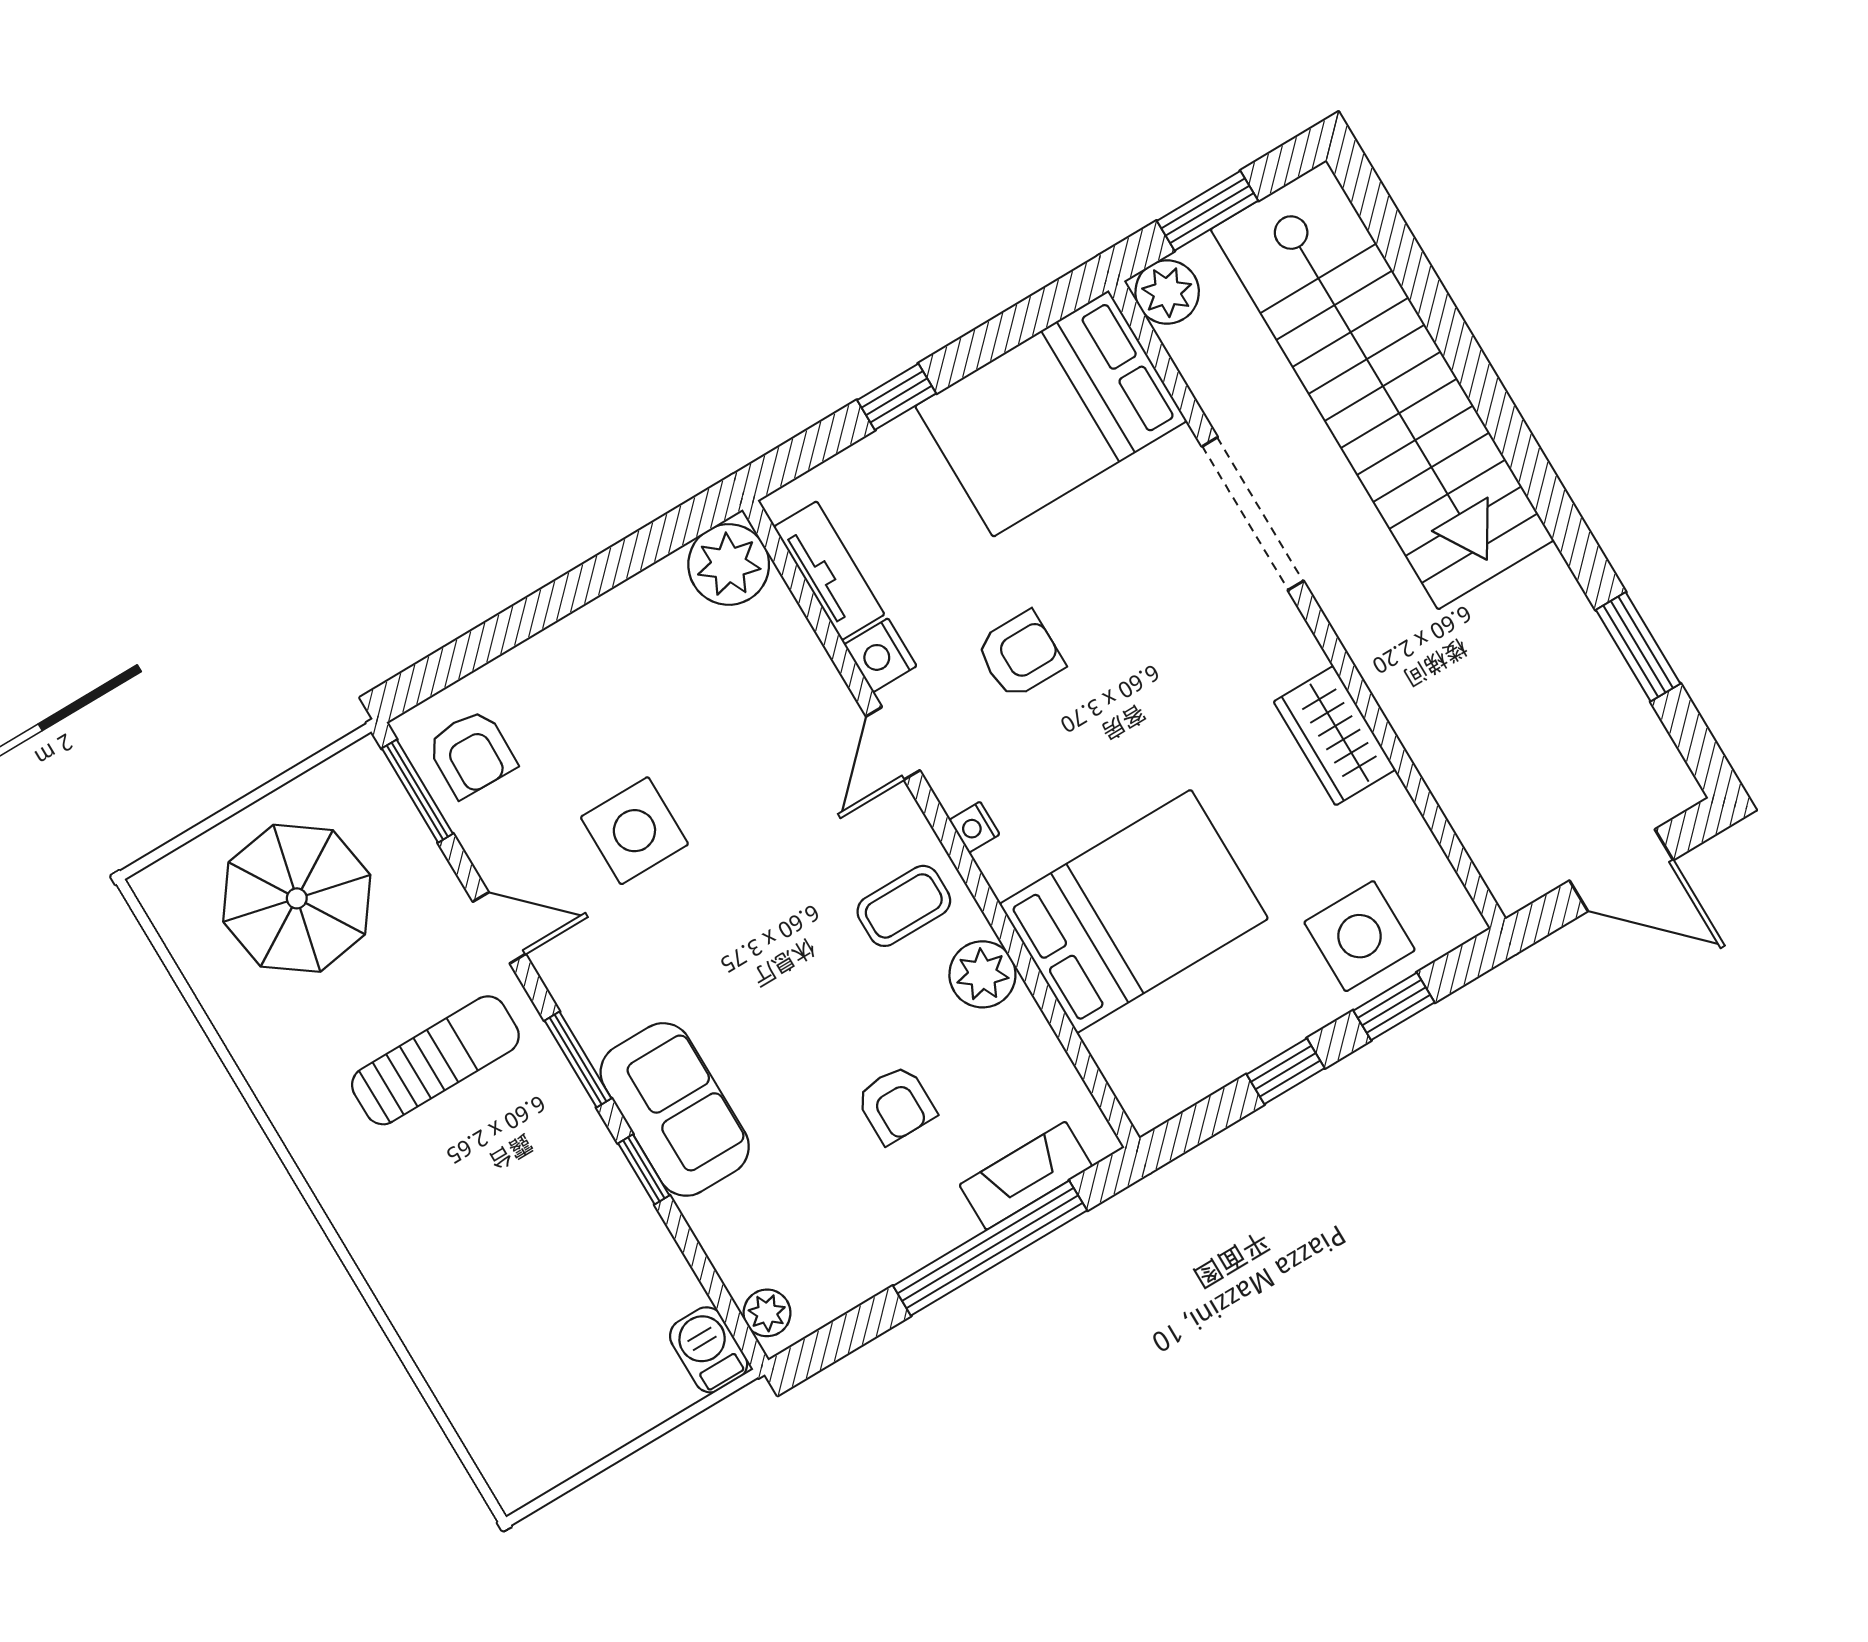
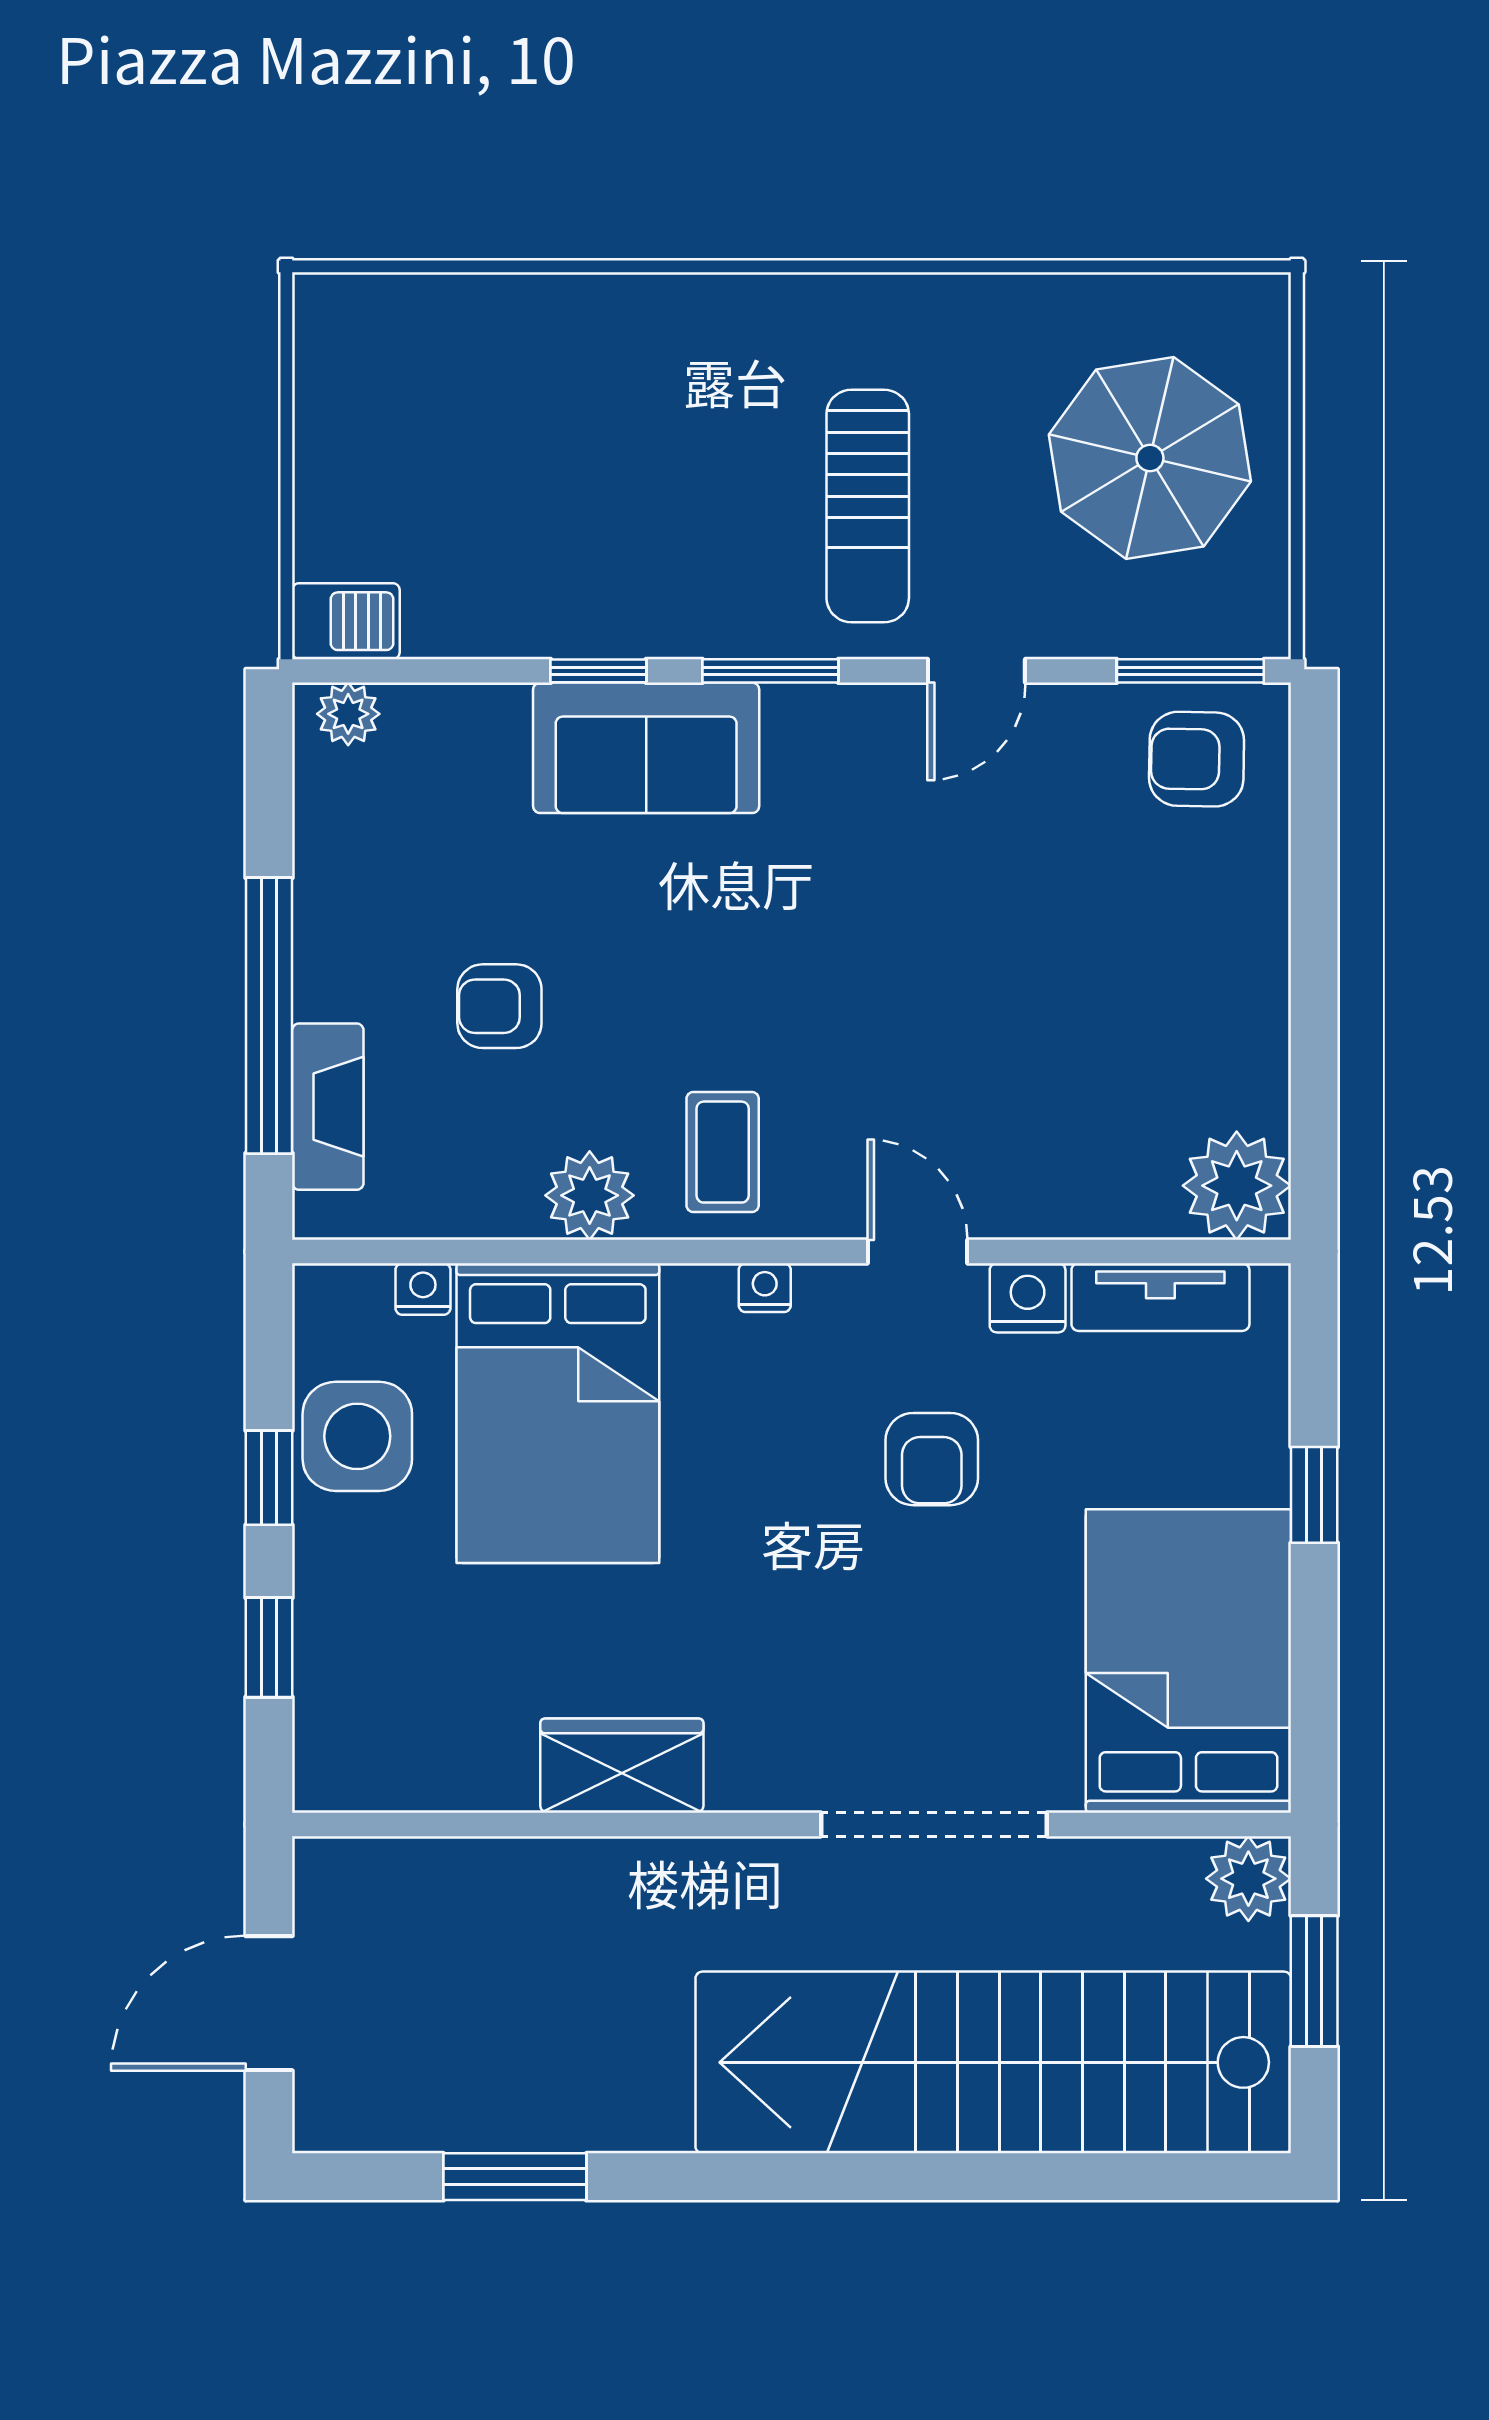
side table: (634, 831) -> (995, 894), removed
side table: (1360, 936) -> (357, 1436), moved
nightstand: (1106, 1045) -> (423, 1289), added

